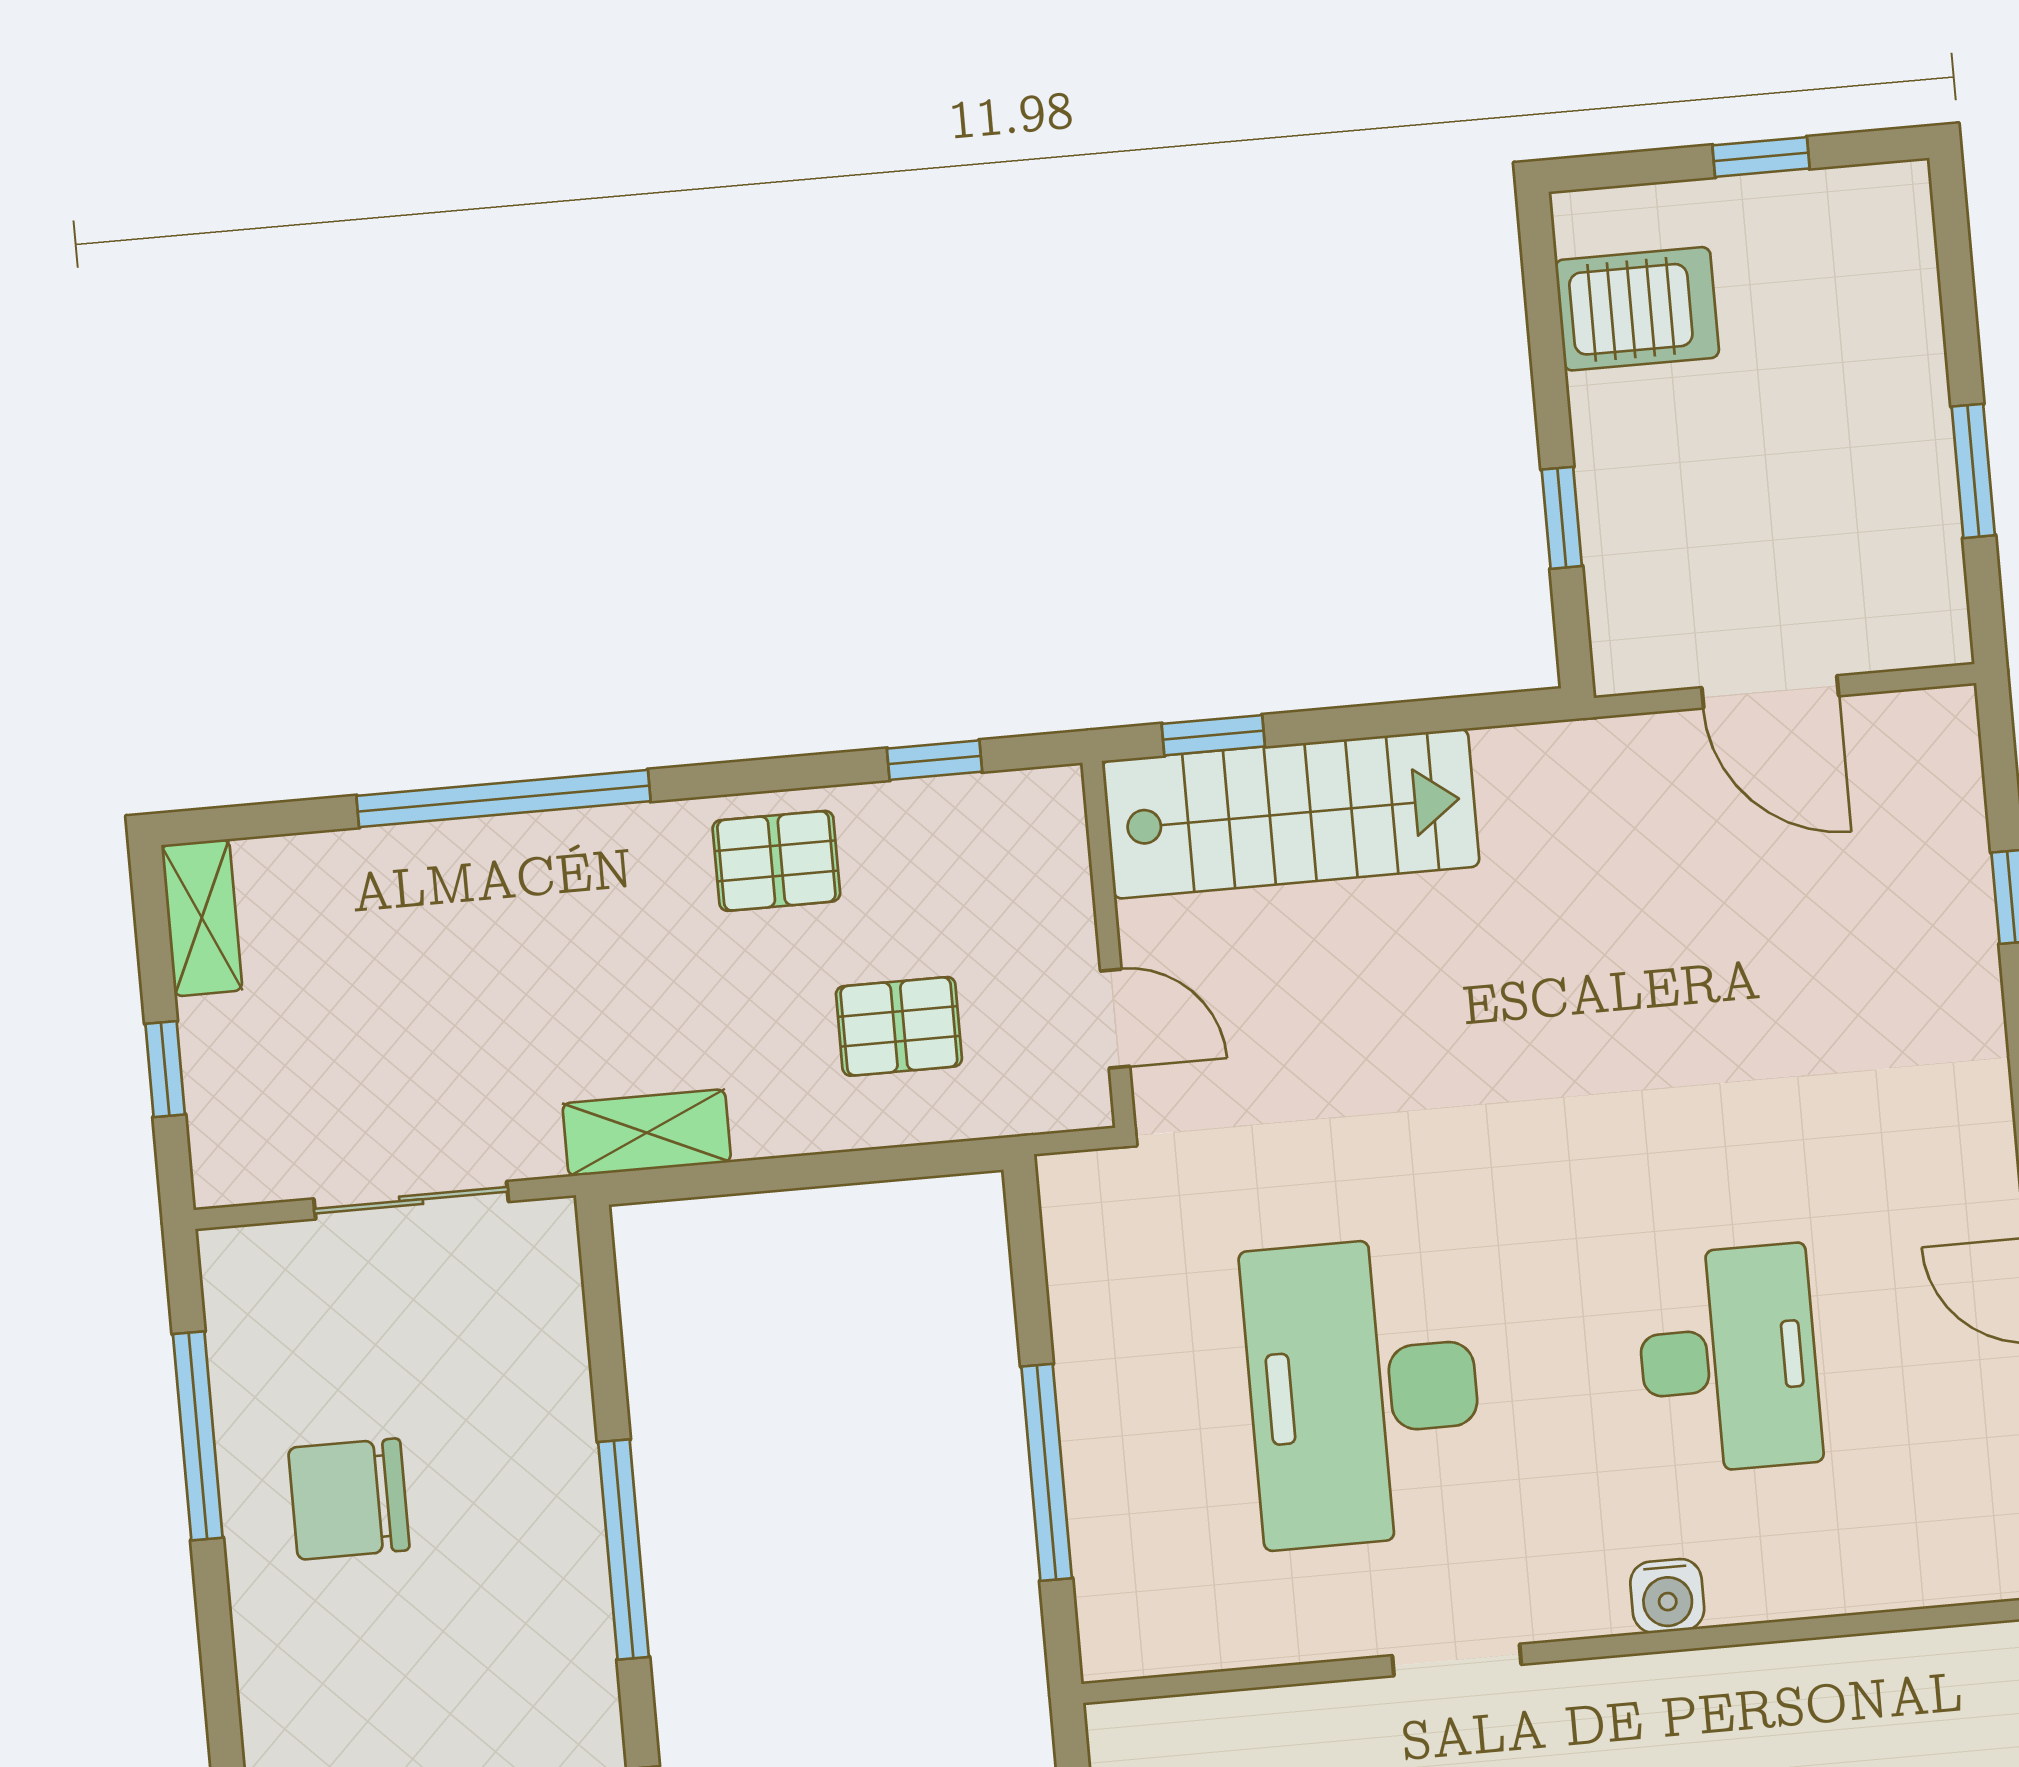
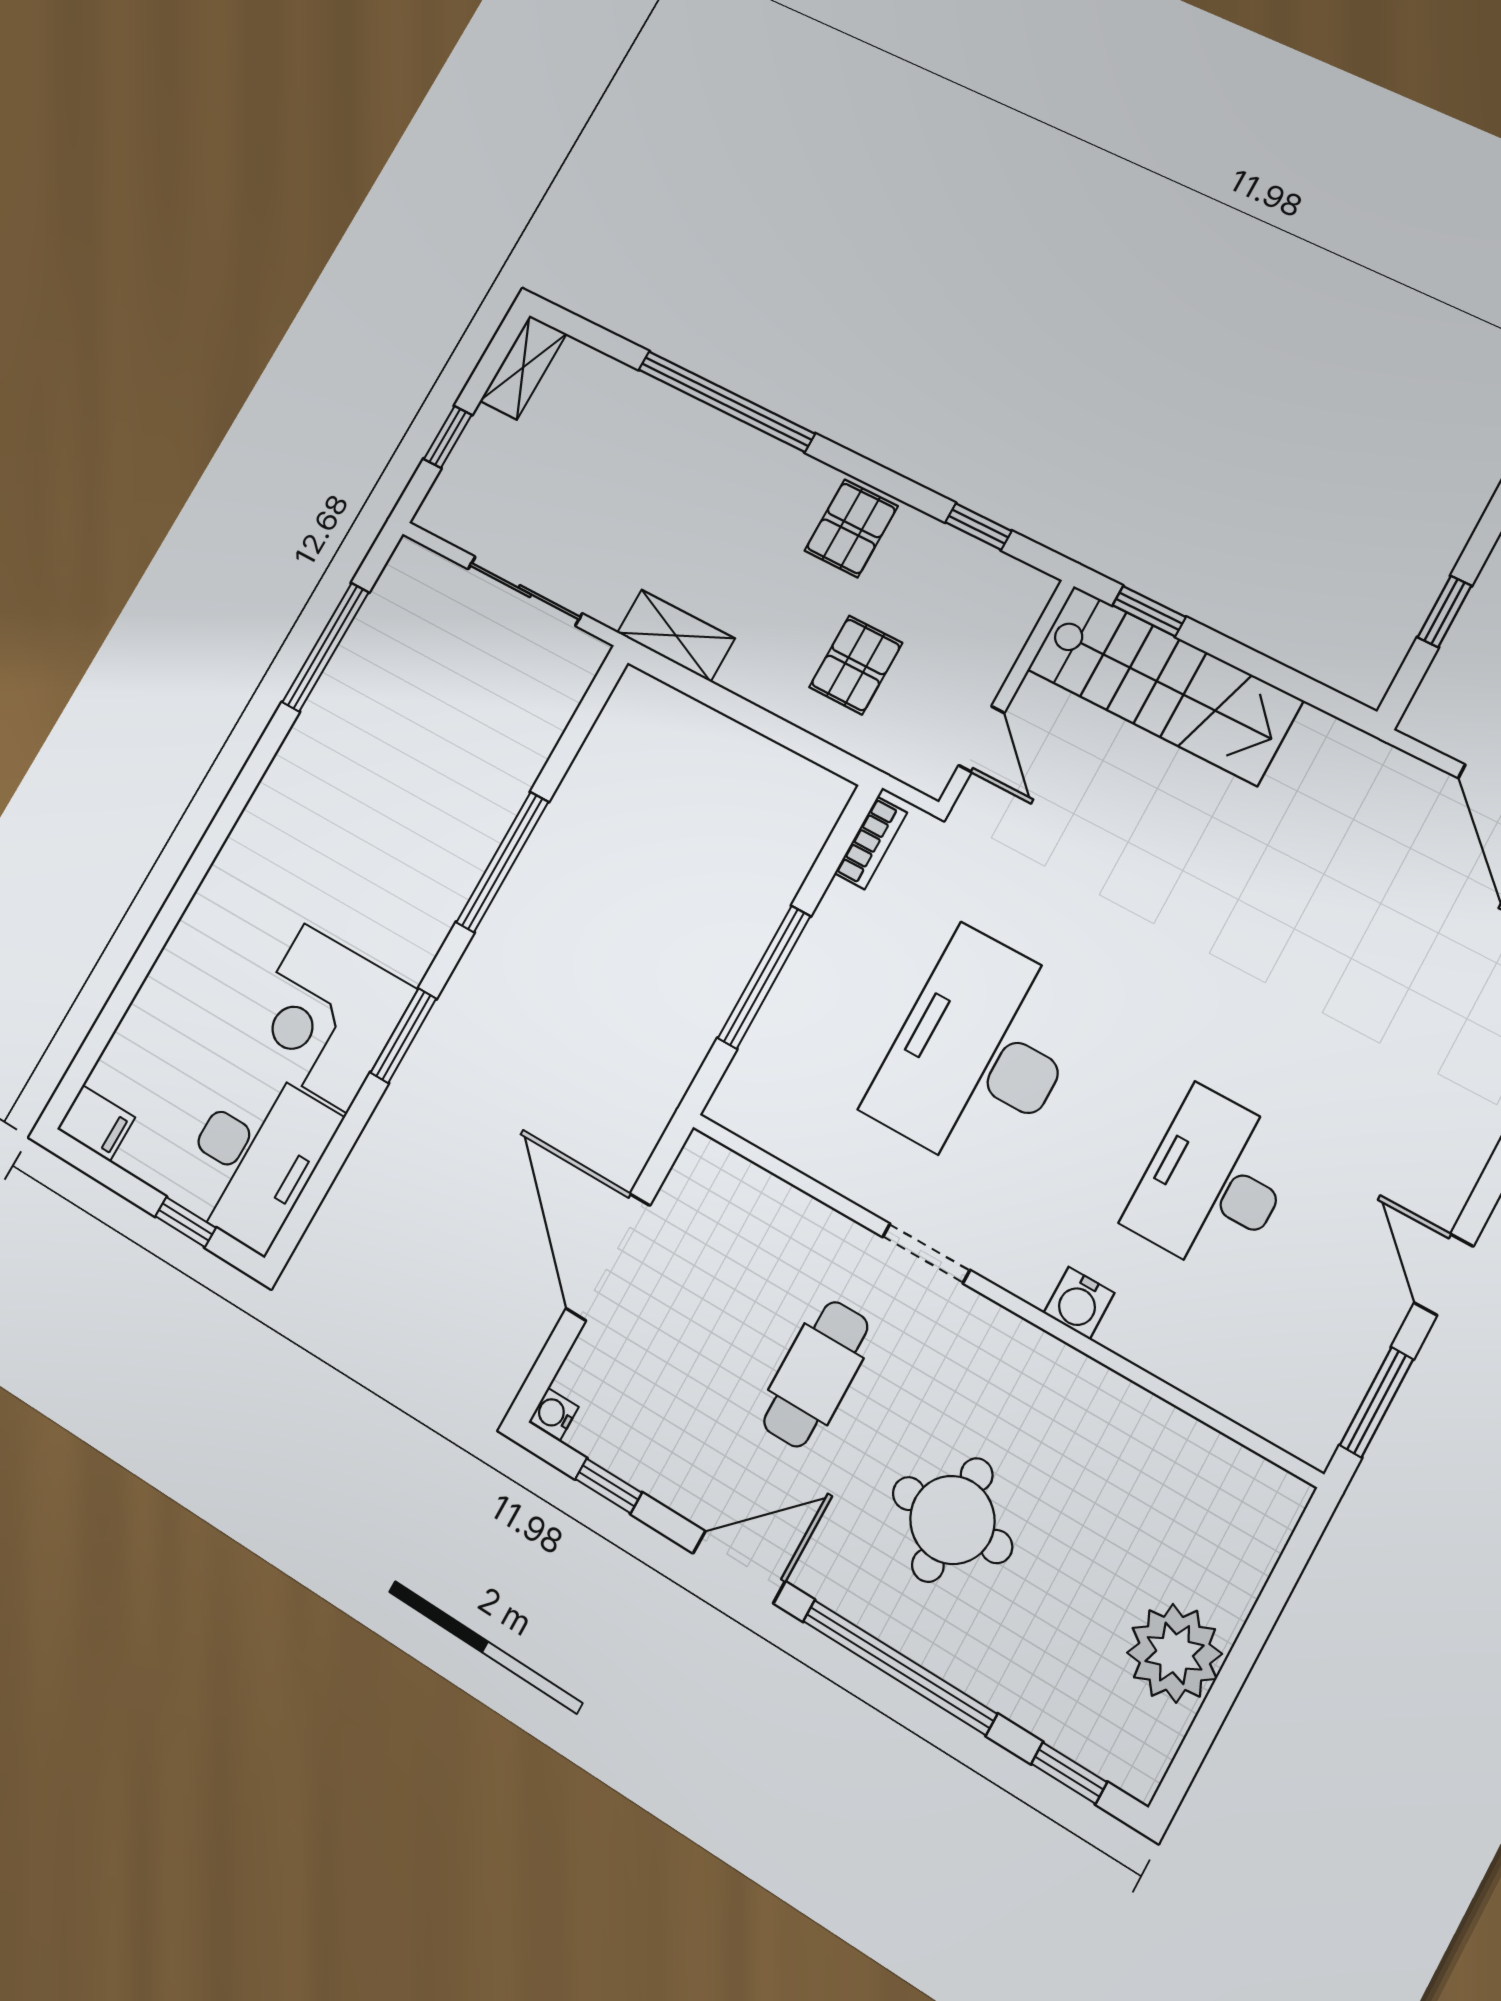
pallet: (776, 861) -> (851, 528), turned 90
pallet: (899, 1026) -> (856, 665), turned 90
bookcase: (1066, 1229) -> (871, 843), added
desk: (1728, 1359) -> (1213, 1183), turned 180
chair: (349, 1499) -> (378, 735), removed

